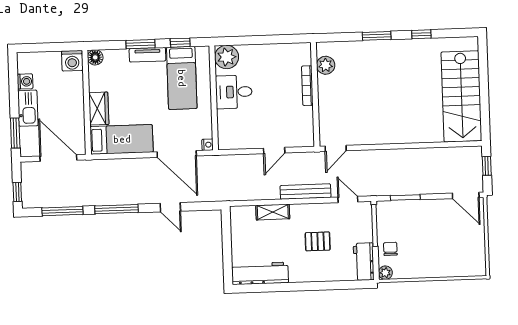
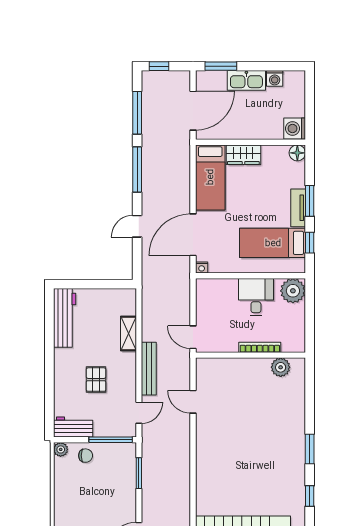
plant: (326, 65) -> (281, 367), moved
bookcase: (307, 86) -> (260, 347), moved
wall: (315, 94) -> (250, 355), moved

